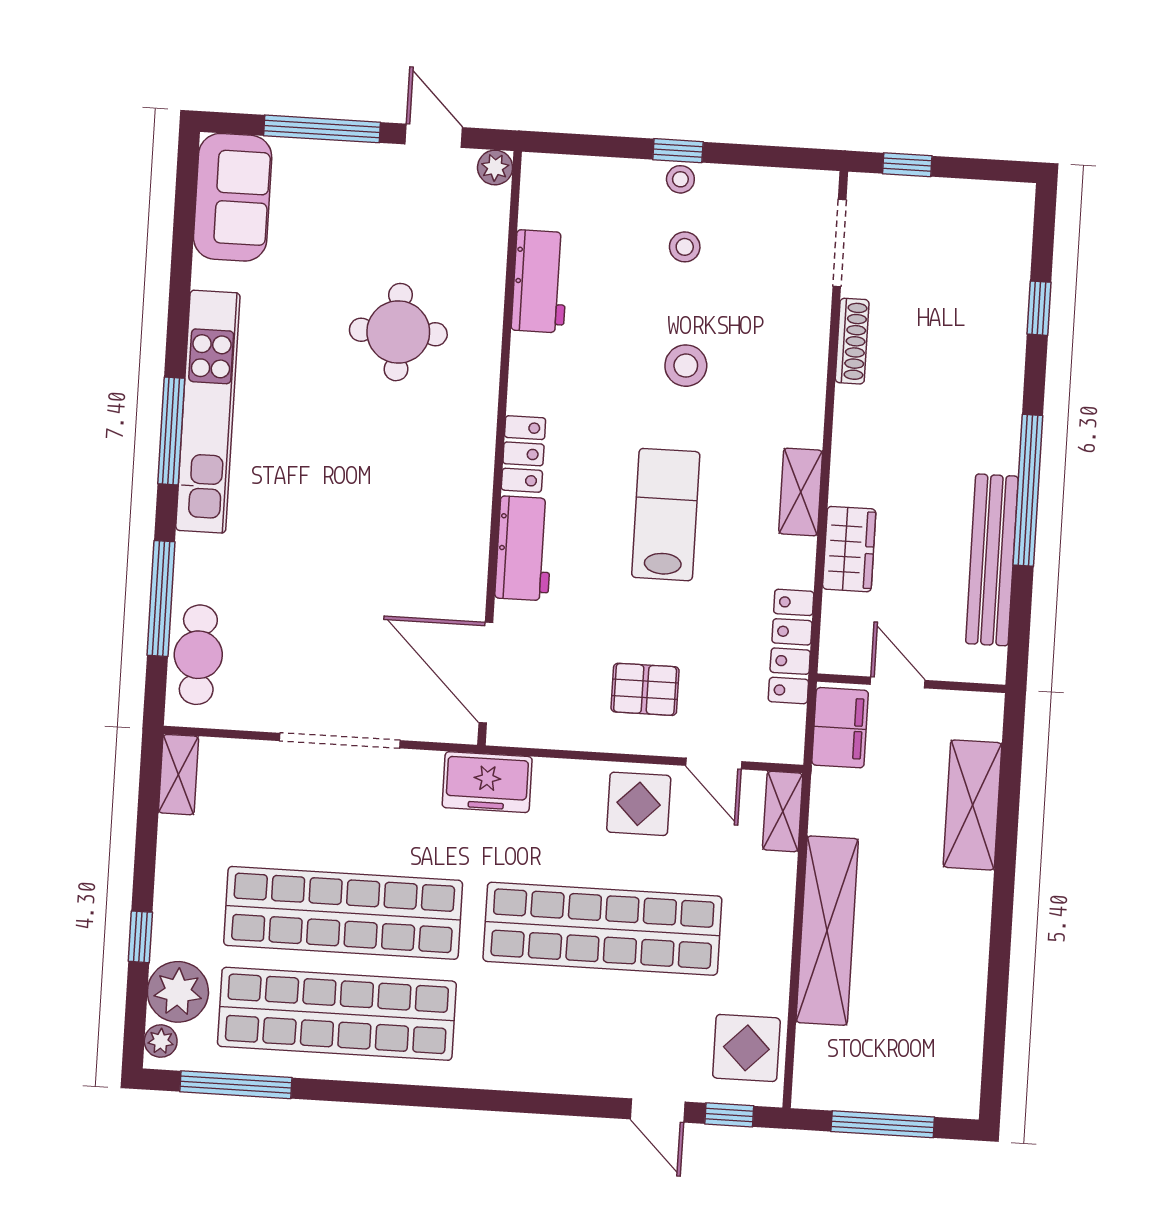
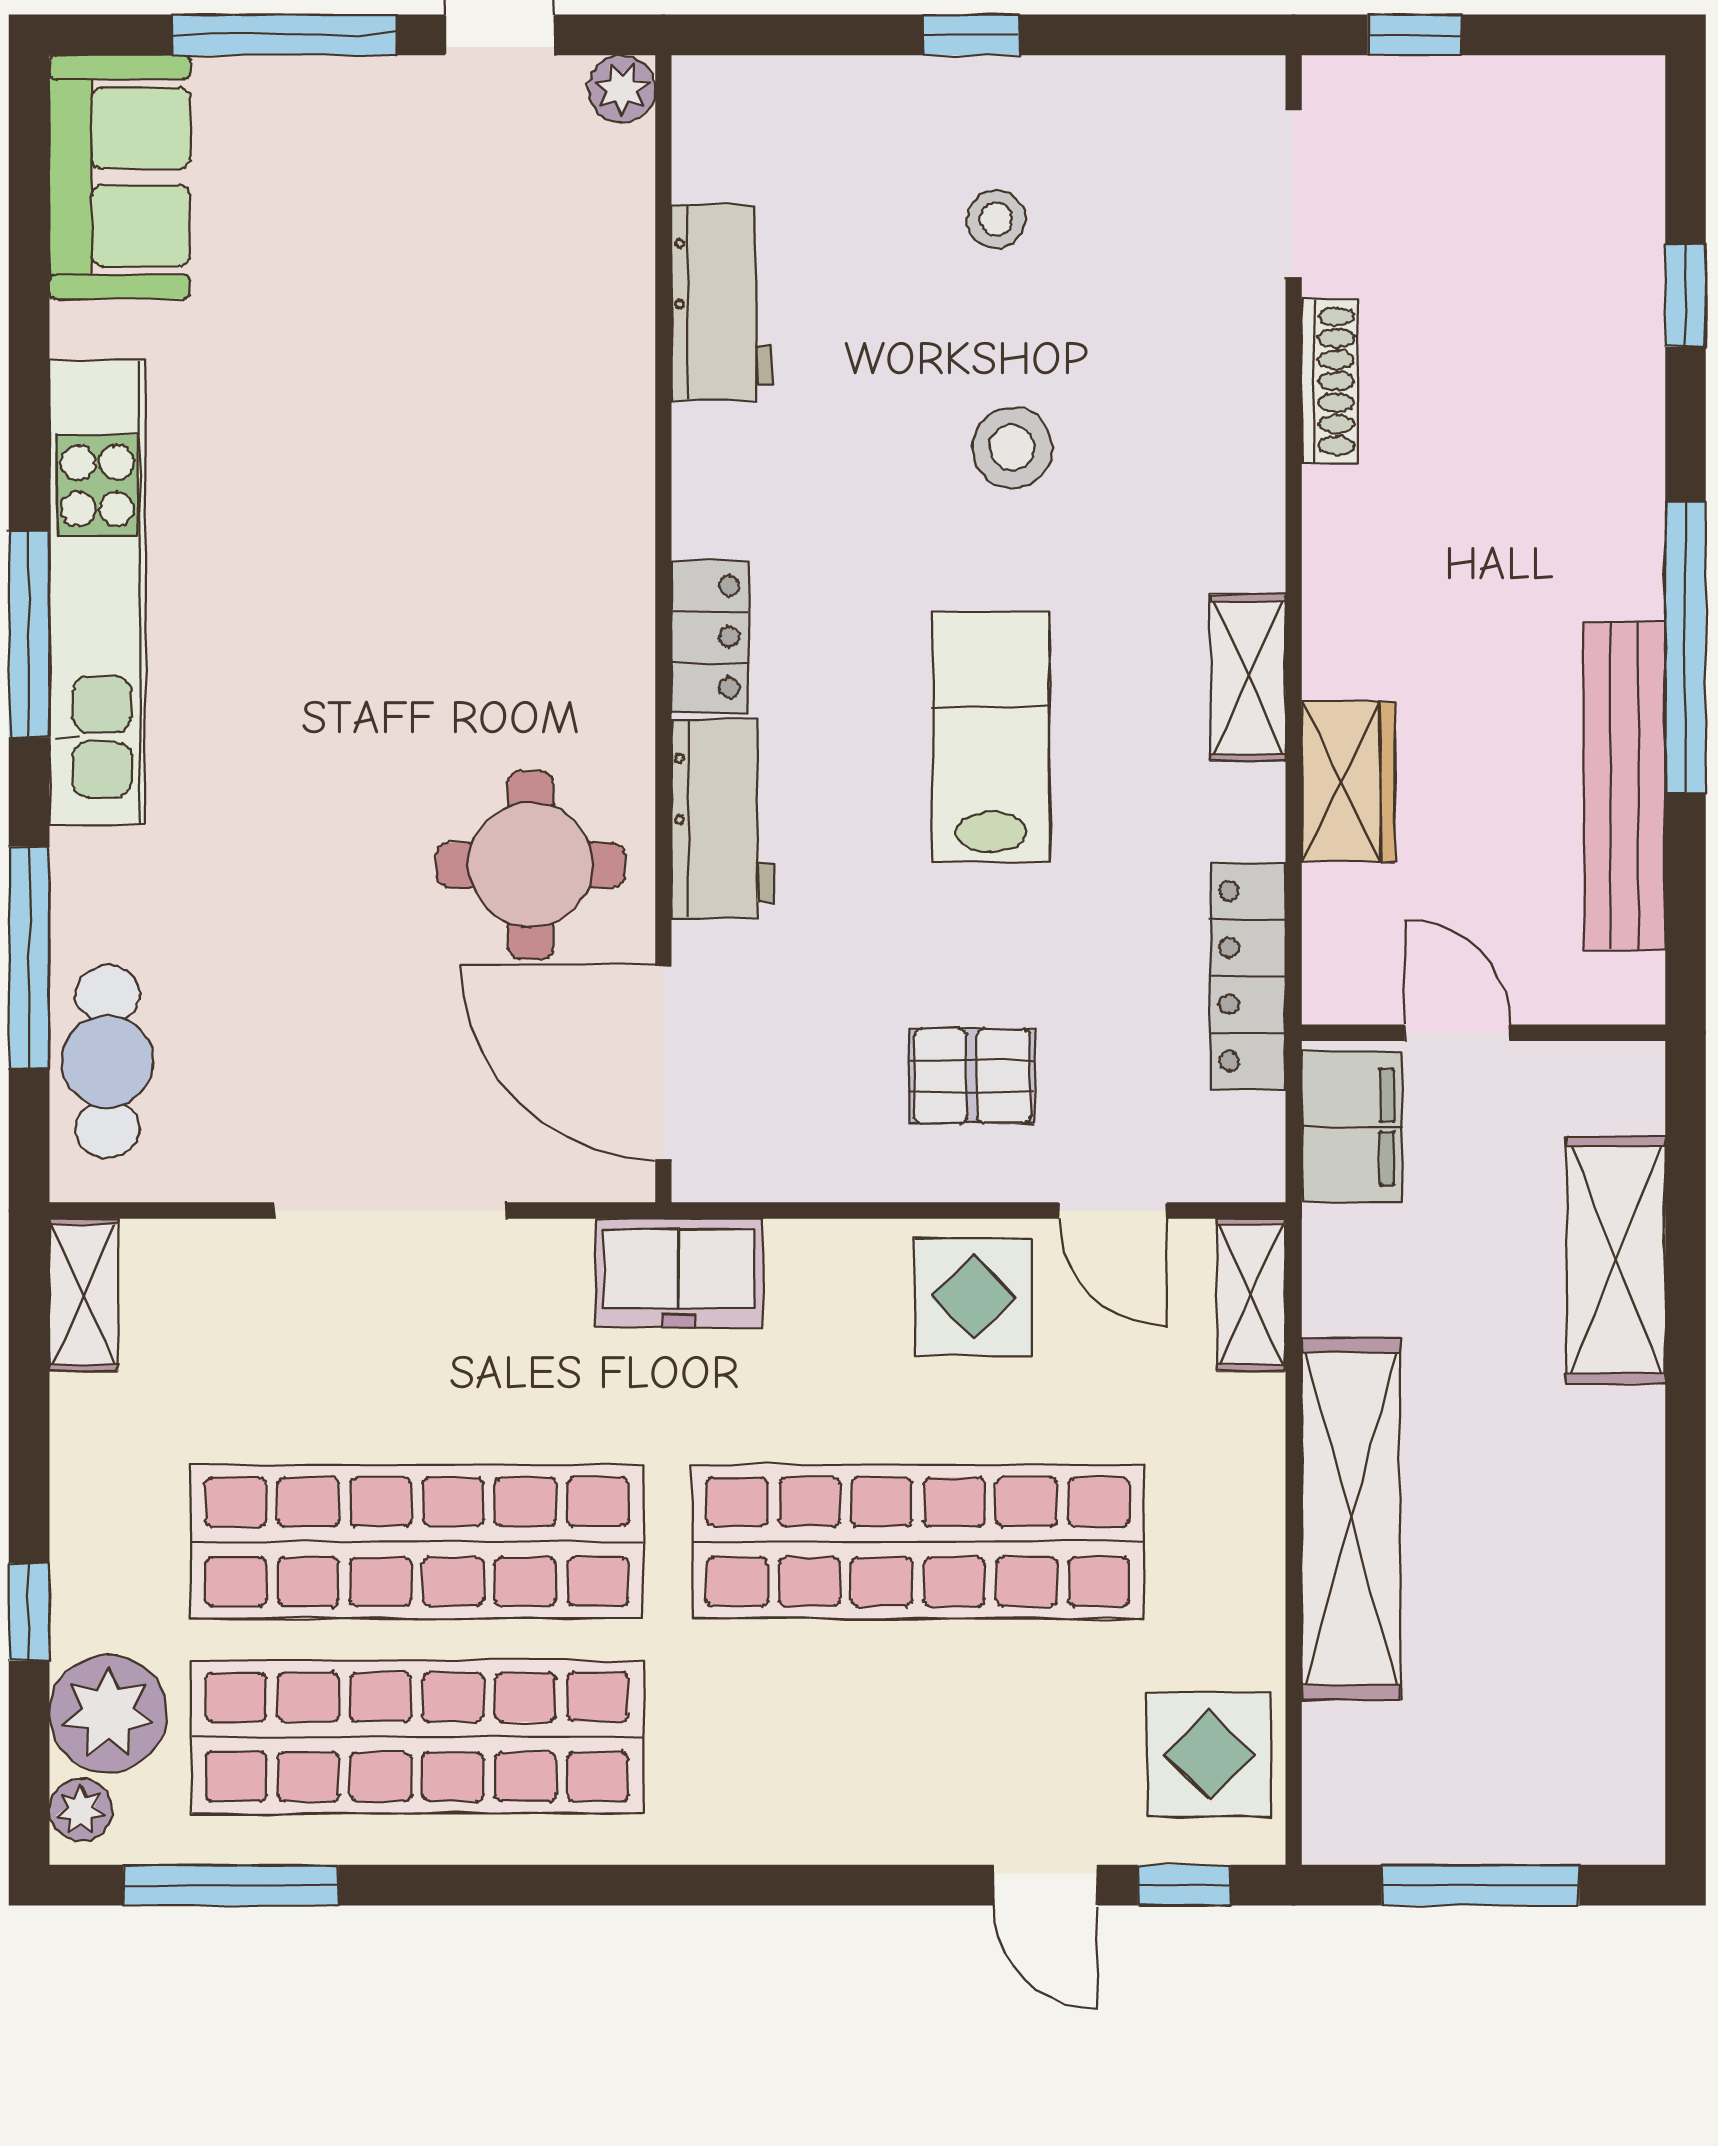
stool: (680, 179) -> (980, 90), removed
round table: (398, 332) -> (531, 865), moved

